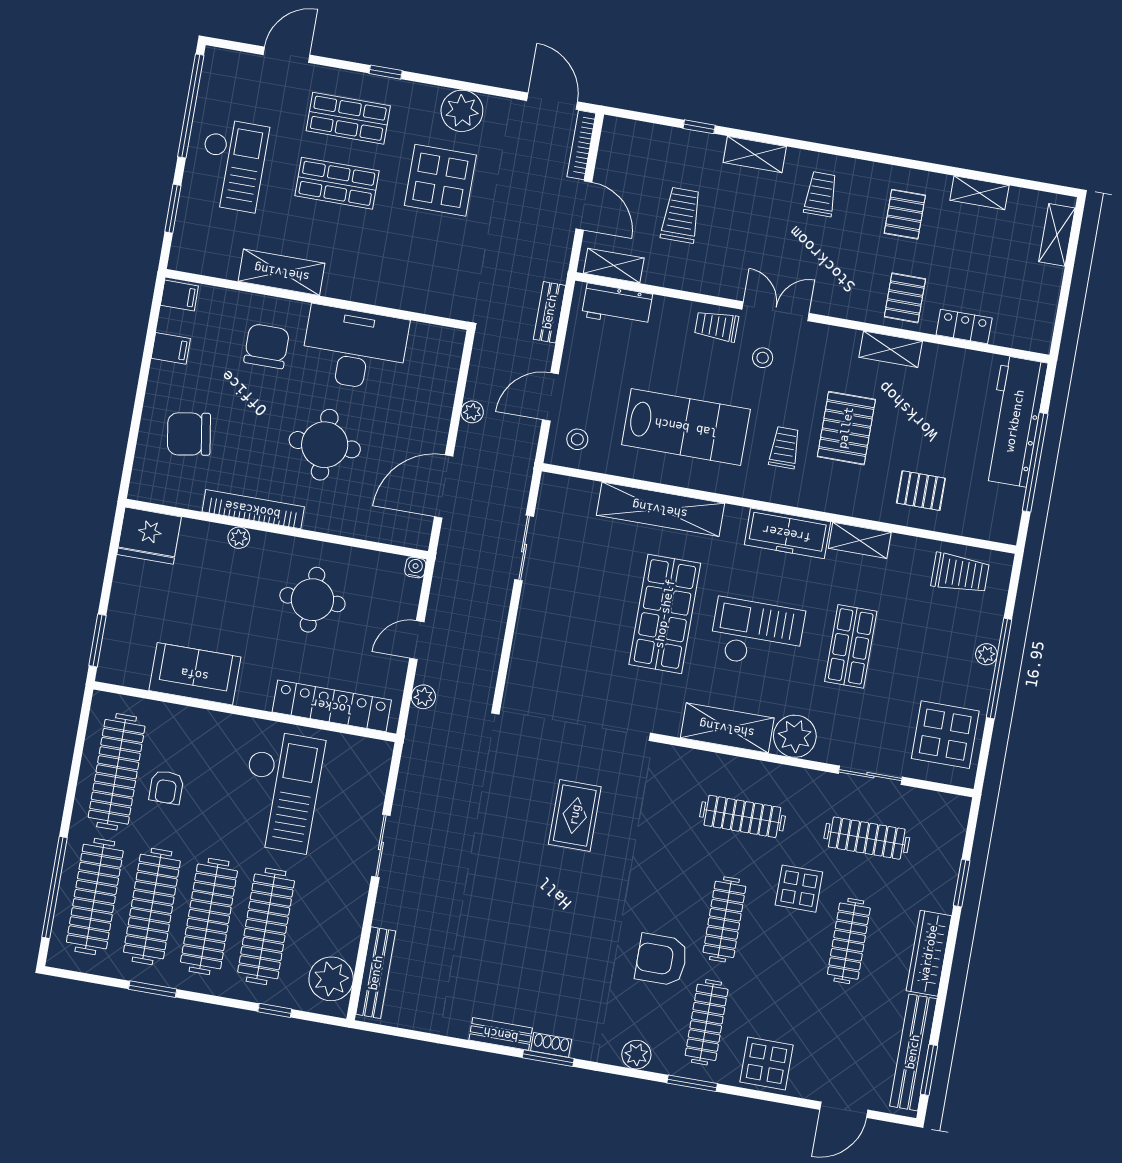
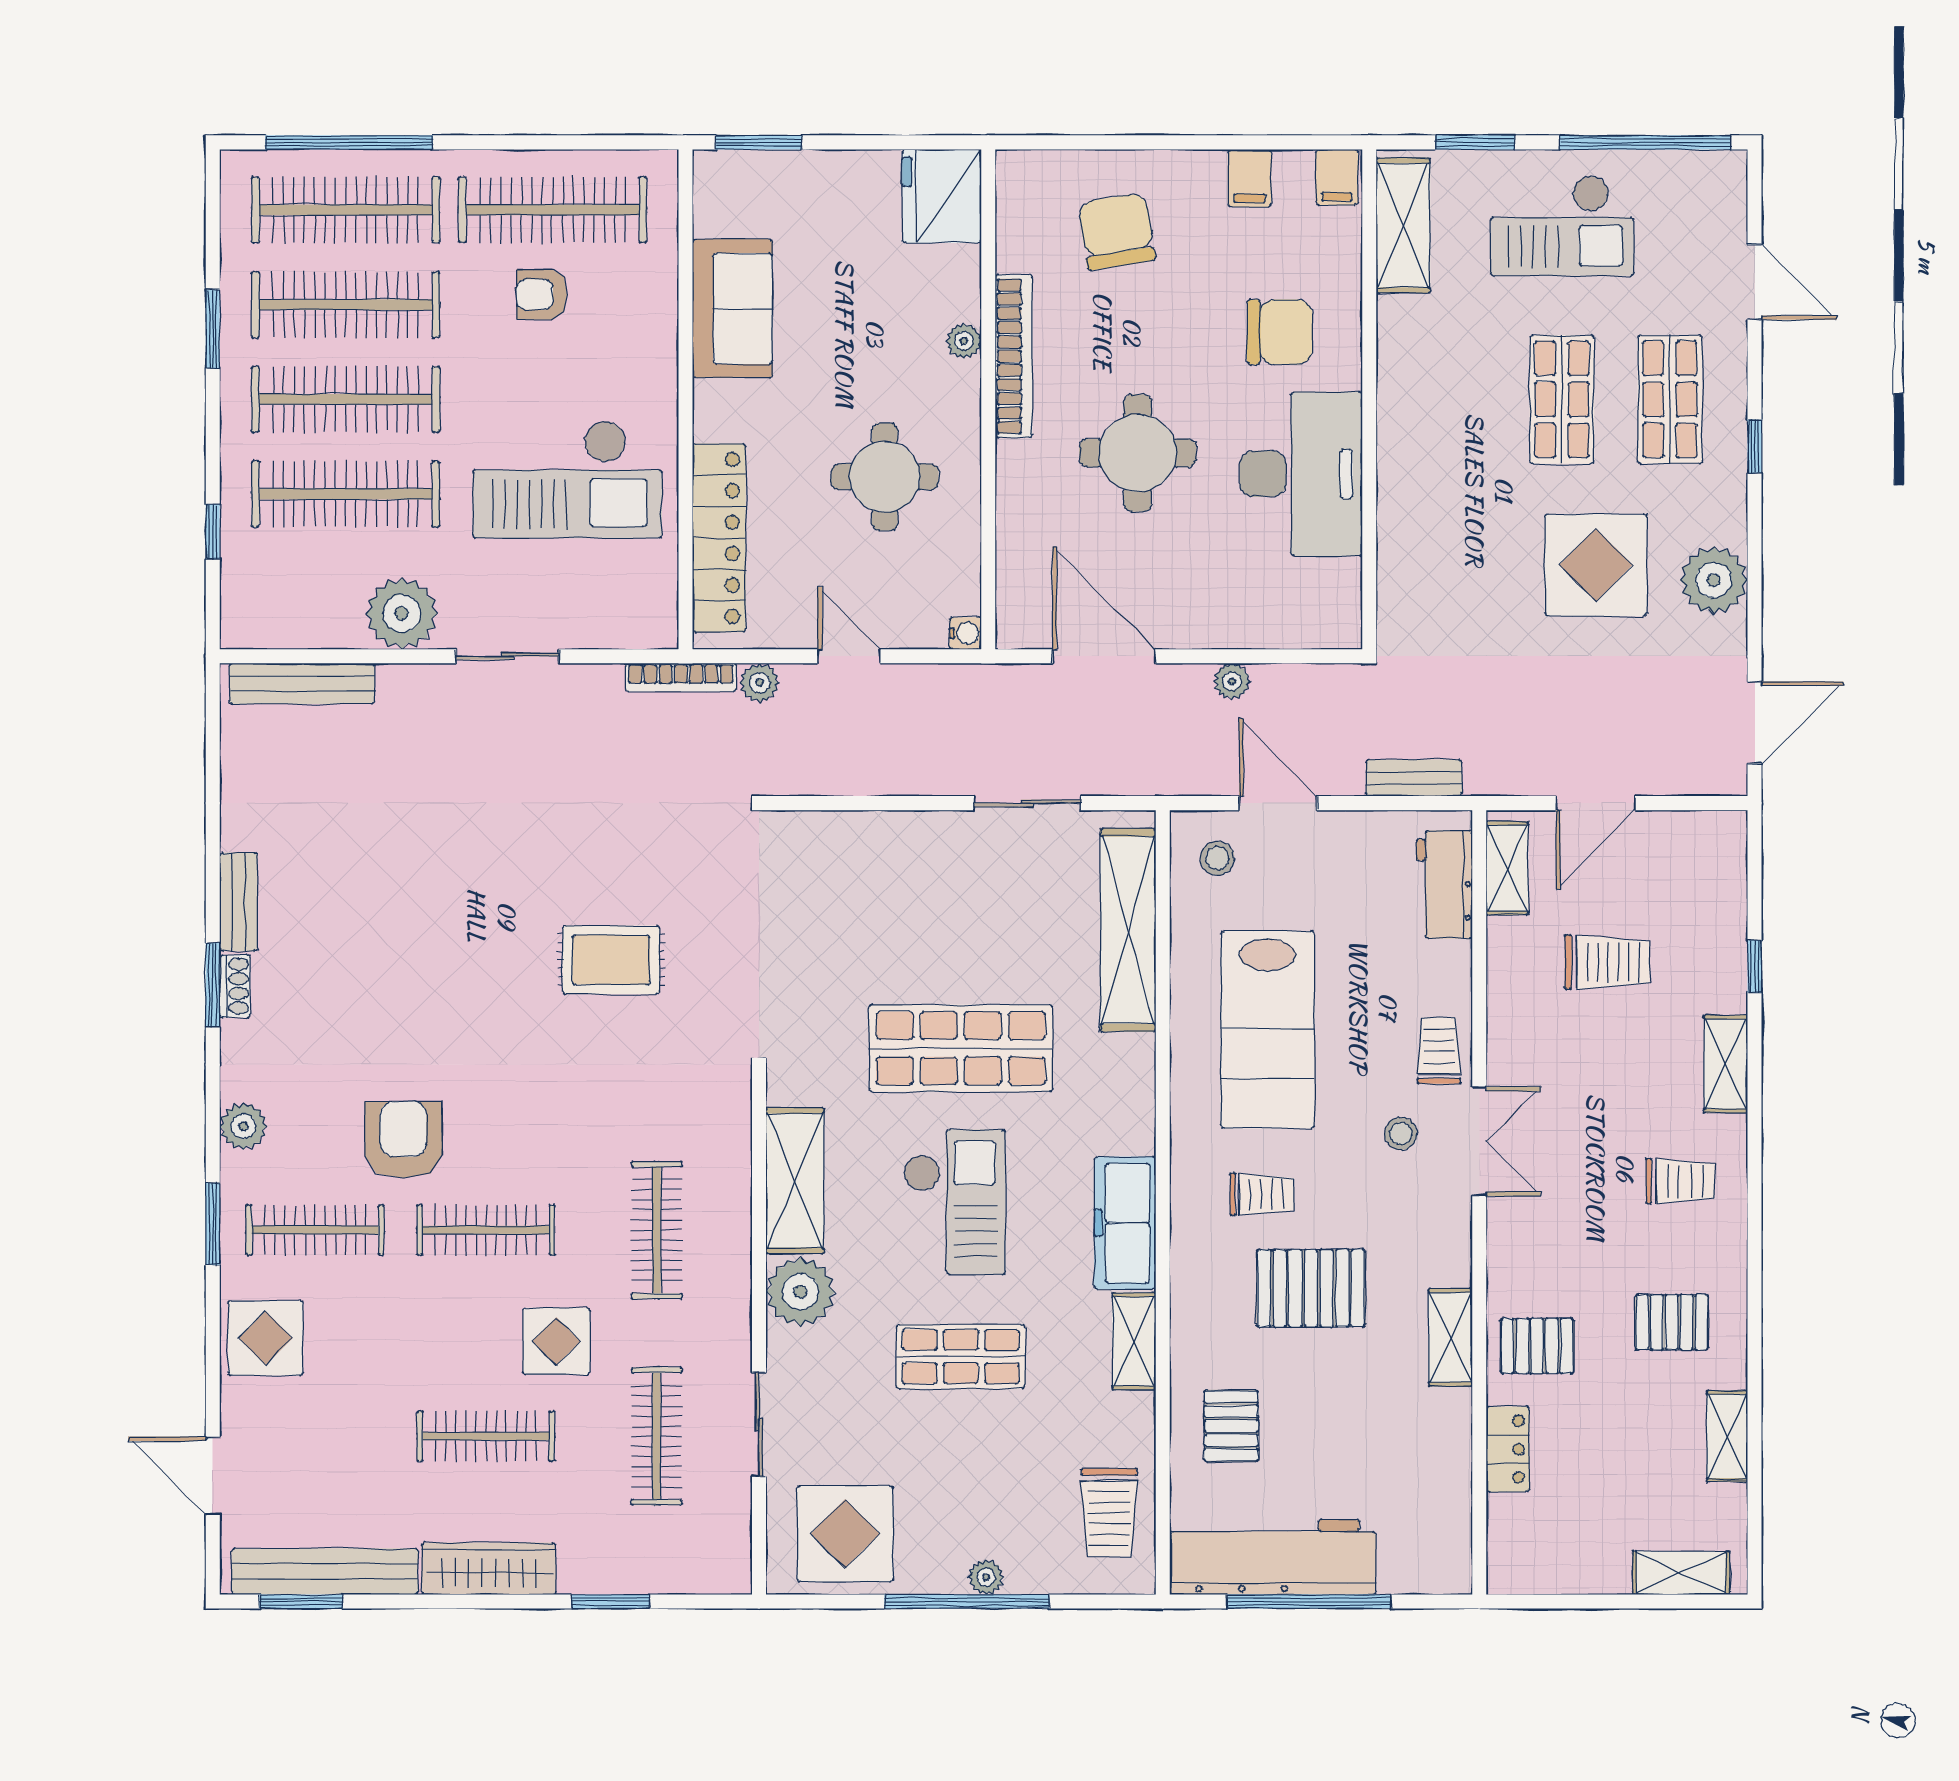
bookcase: (581, 145) -> (681, 677), moved, turned 180
shelving: (282, 272) -> (1403, 225), moved
workbench: (1015, 421) -> (1273, 1557), moved
shelving: (660, 509) -> (1128, 930), moved
plant: (331, 979) -> (402, 613), moved

